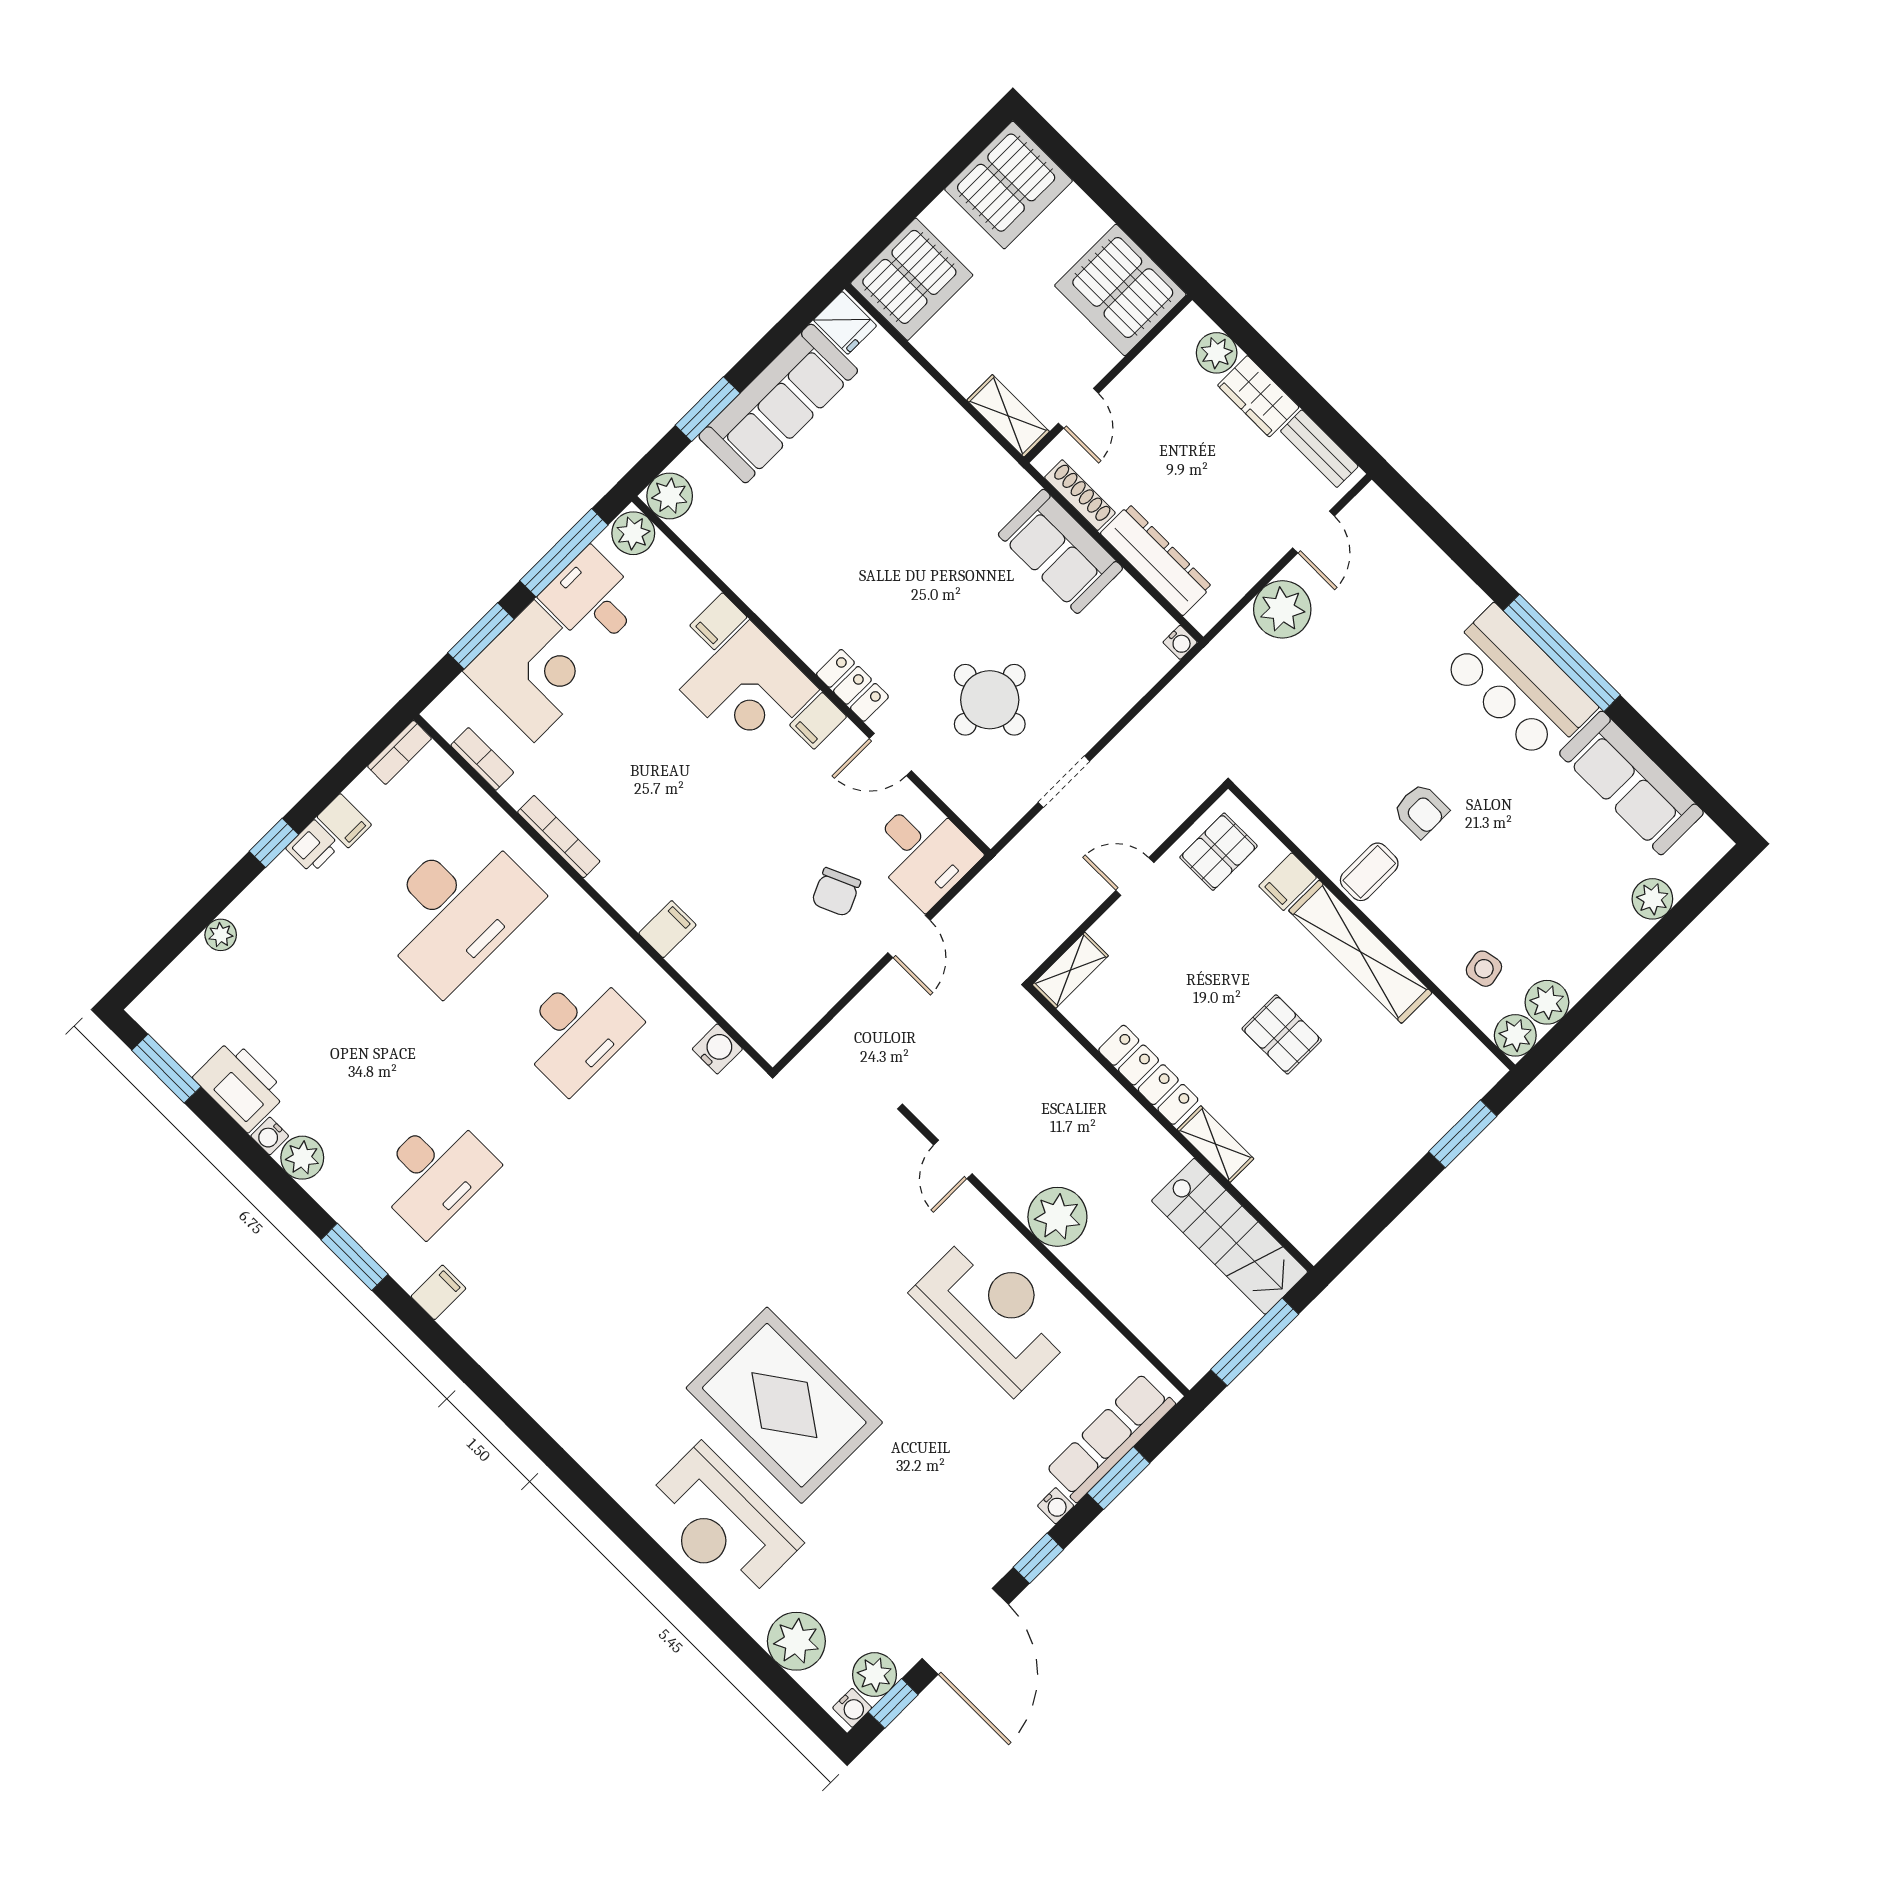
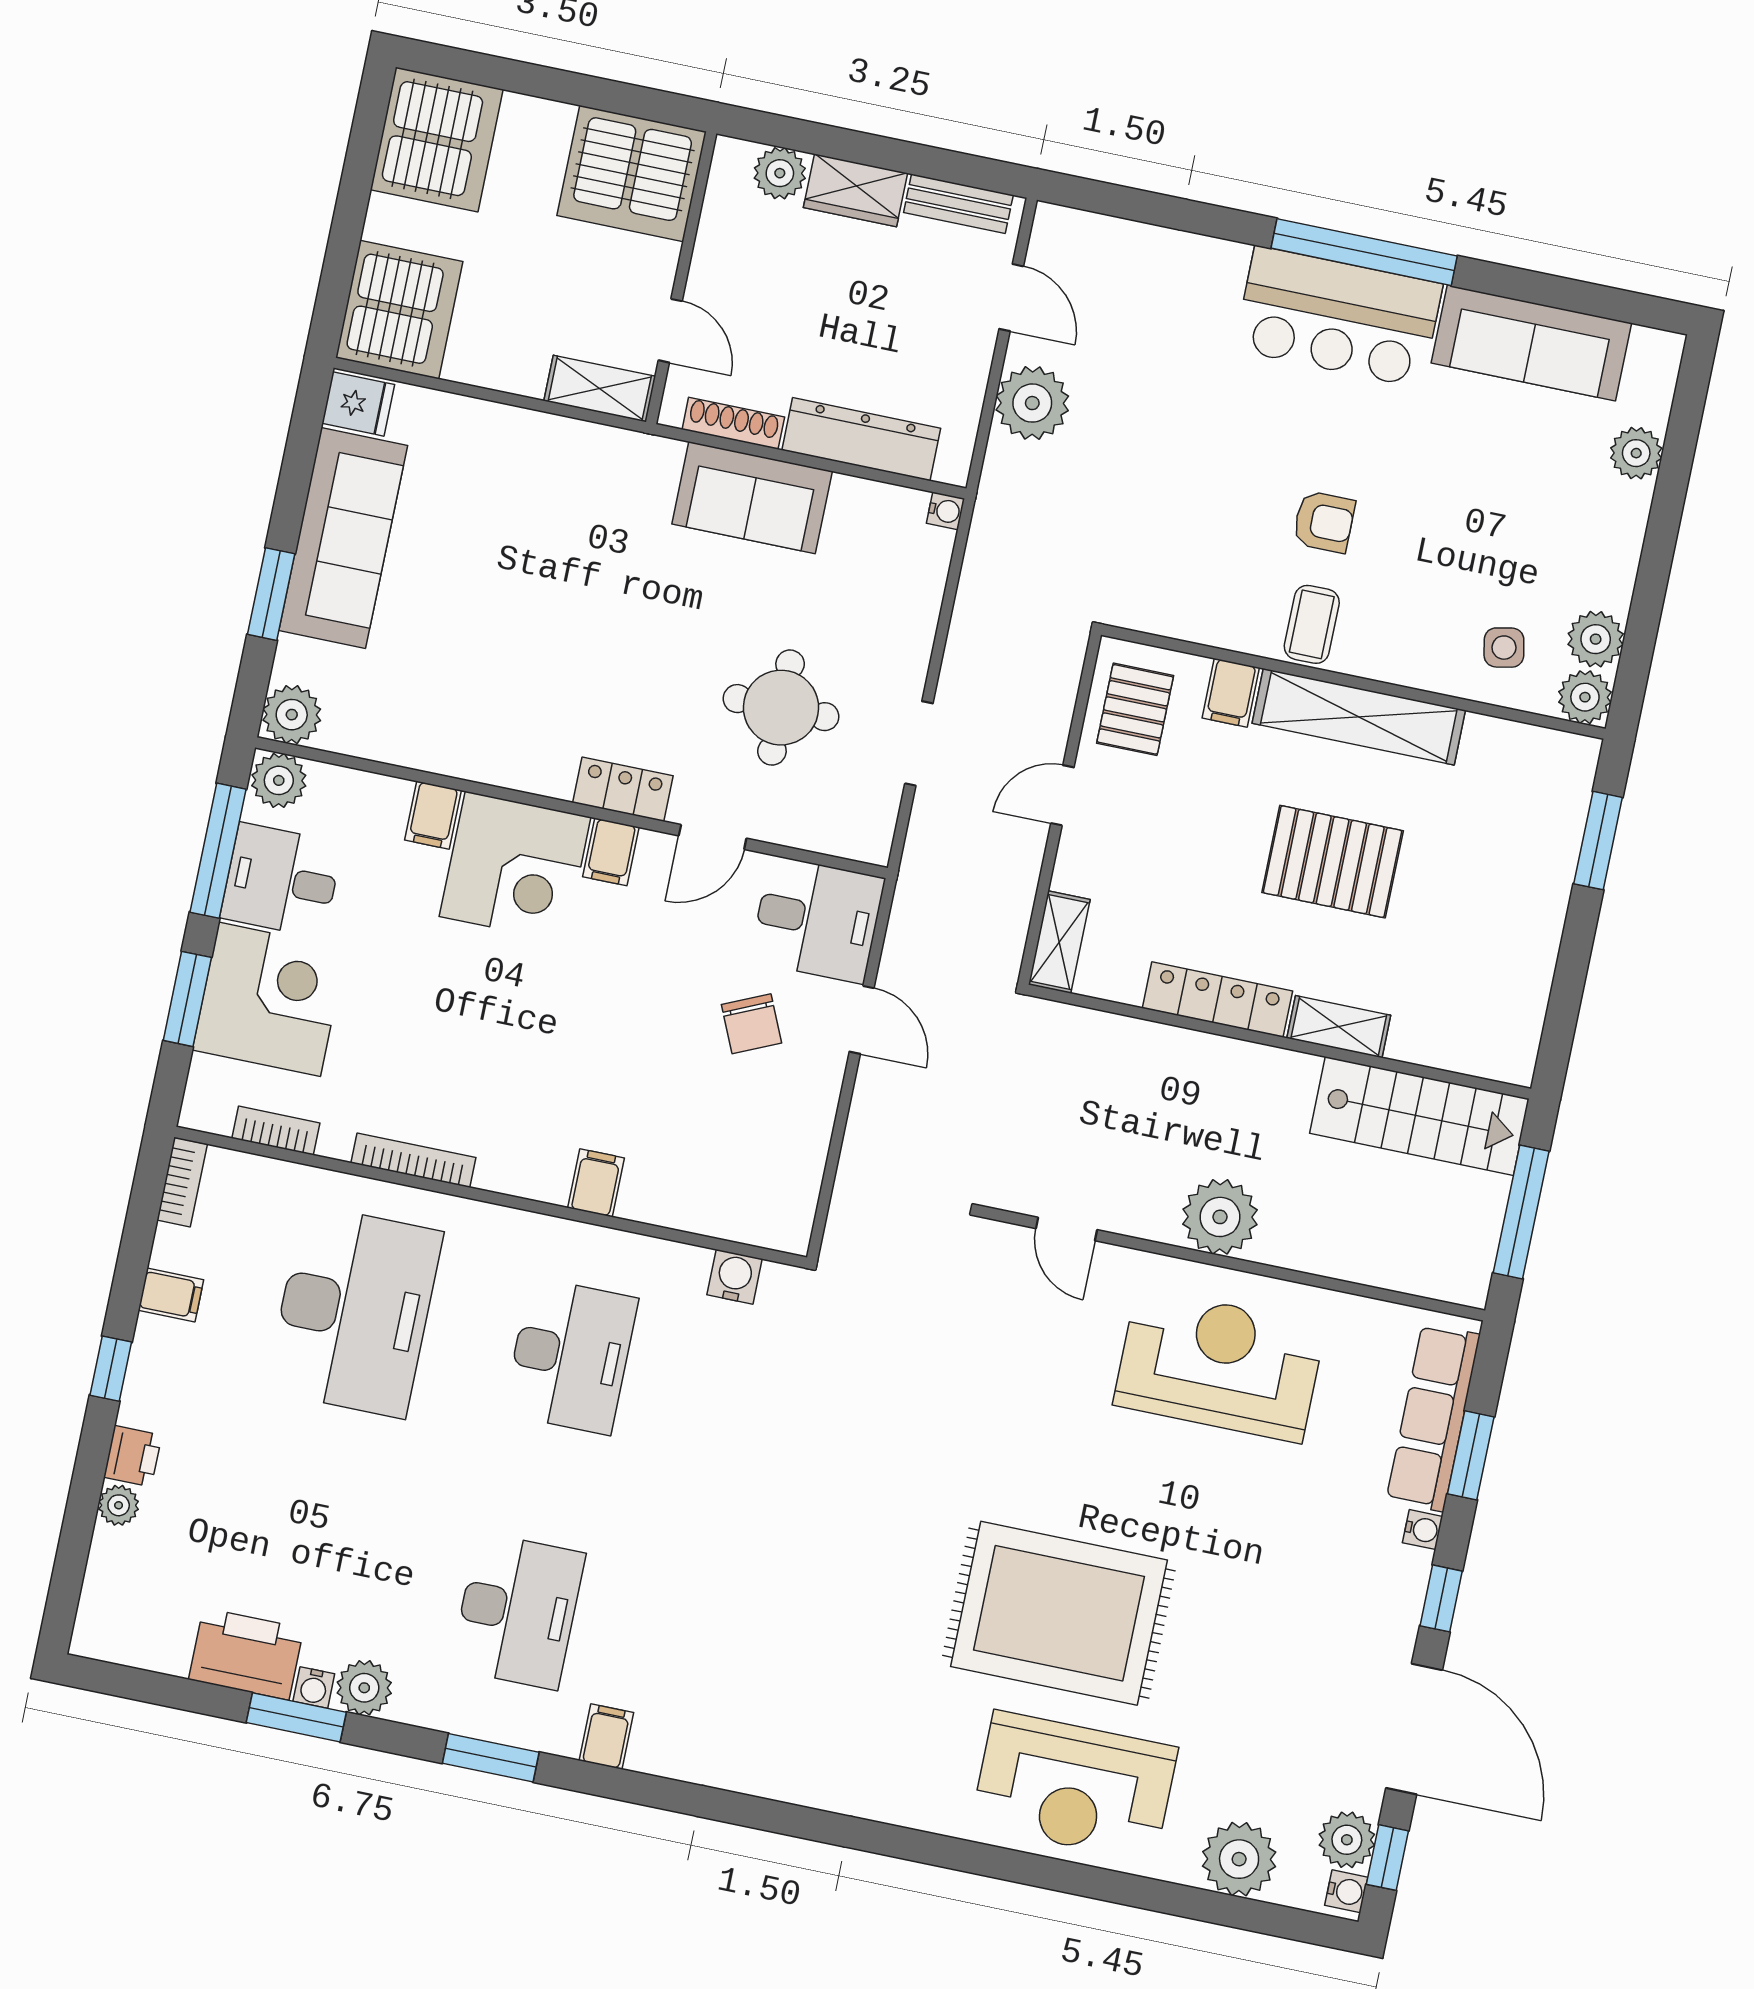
printer: (313, 847) -> (133, 1456), moved
pallet: (1282, 1034) -> (1333, 862), width x1.50, depth x1.42
window: (166, 1069) -> (296, 1717), moved

